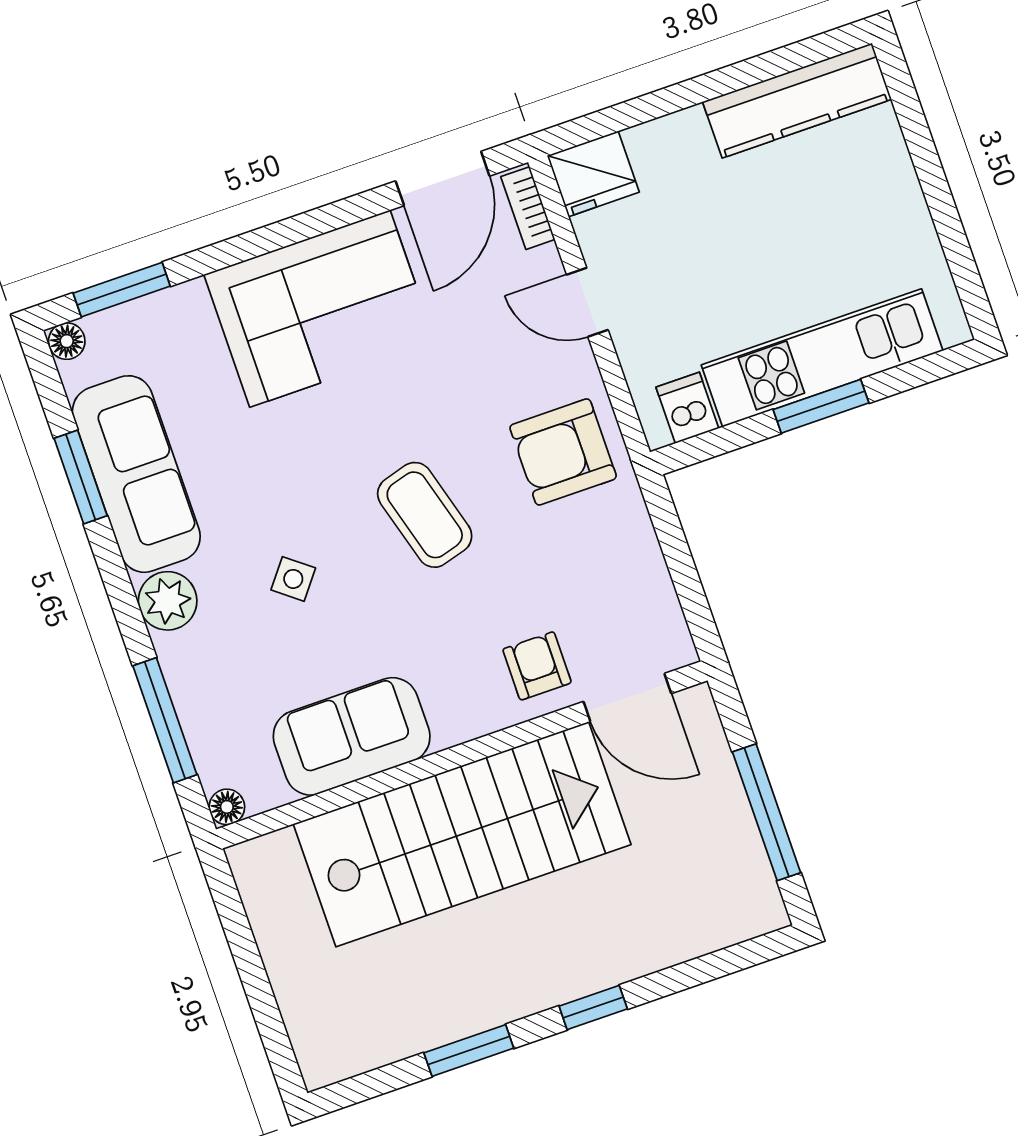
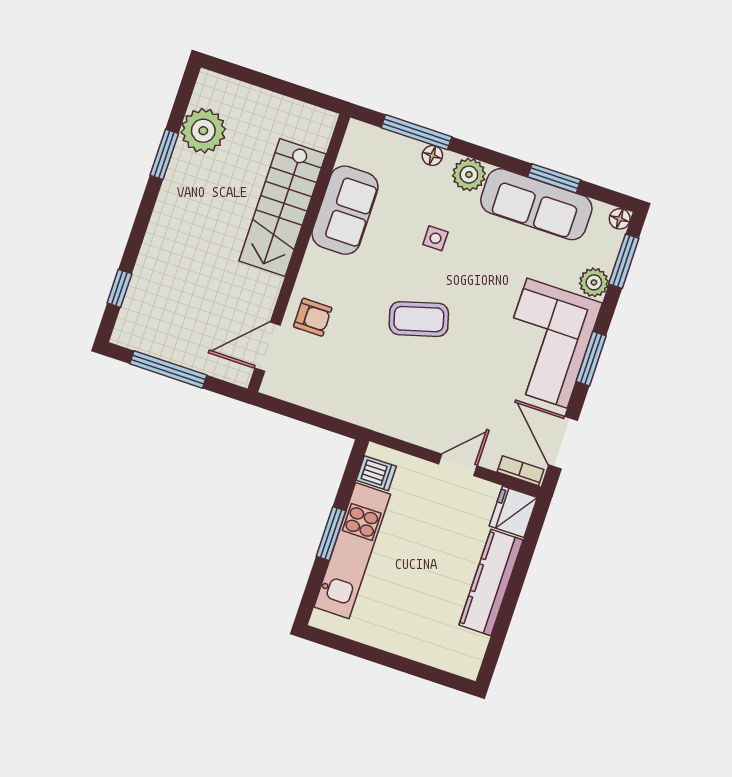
kitchen counter: (797, 101) -> (491, 582), moved
window: (294, 230) -> (591, 359), added
plant: (184, 309) -> (594, 282), added
armchair: (563, 452) -> (399, 402), removed
side table: (293, 579) -> (435, 238), turned -38
floor lamp: (227, 807) -> (432, 155), moved
stairs: (462, 834) -> (282, 207), width x0.73, depth x0.66
window: (593, 1007) -> (119, 288), moved
plant: (393, 1021) -> (203, 131), added

